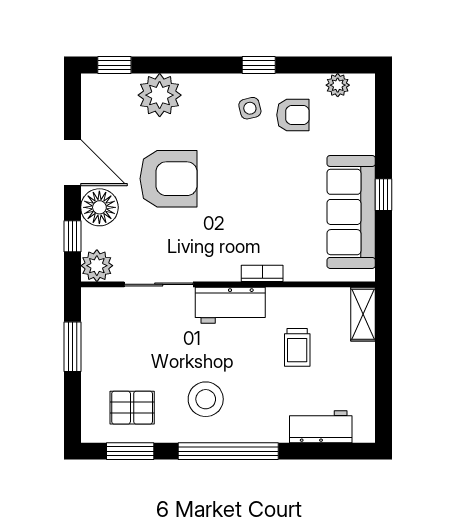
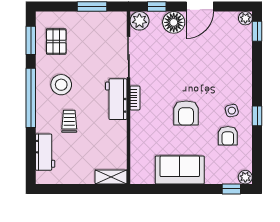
plant: (338, 85) -> (245, 177), moved
plant: (160, 95) -> (245, 18), moved, width x0.53, depth x0.53
armchair: (169, 179) -> (186, 113), moved, width x0.73, depth x0.73
window: (384, 195) -> (231, 189), moved
sofa: (351, 212) -> (180, 170), width x0.73
bookcase: (262, 273) -> (135, 98), moved
trolley: (297, 347) -> (69, 121), moved, turned 90

